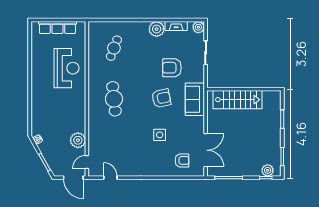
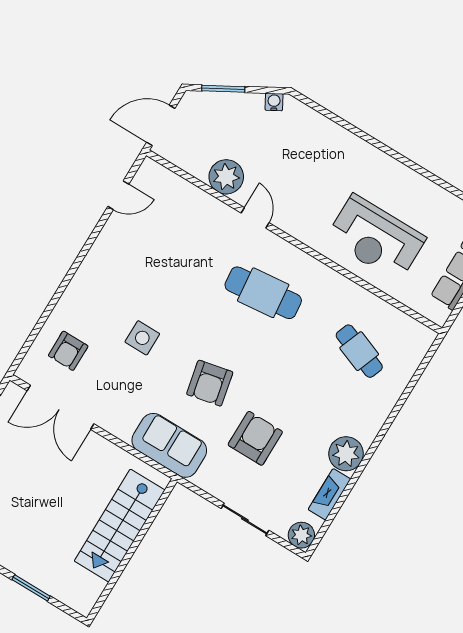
door: (87, 162) -> (255, 218), moved

